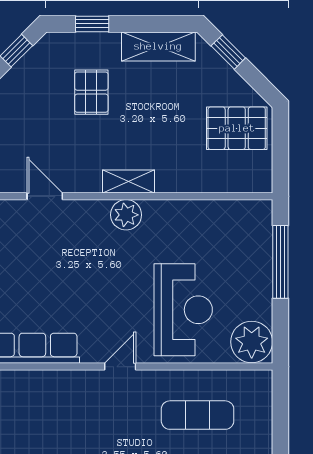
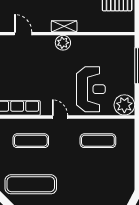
door: (120, 367) -> (60, 117), hinge flipped
exercise mat: (60, 415) -> (31, 141), added

